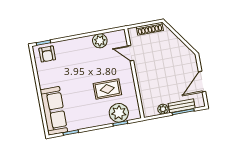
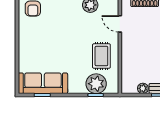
rug: (107, 89) -> (101, 56), moved, turned 90
sofa: (54, 111) -> (43, 83), moved, turned -90

